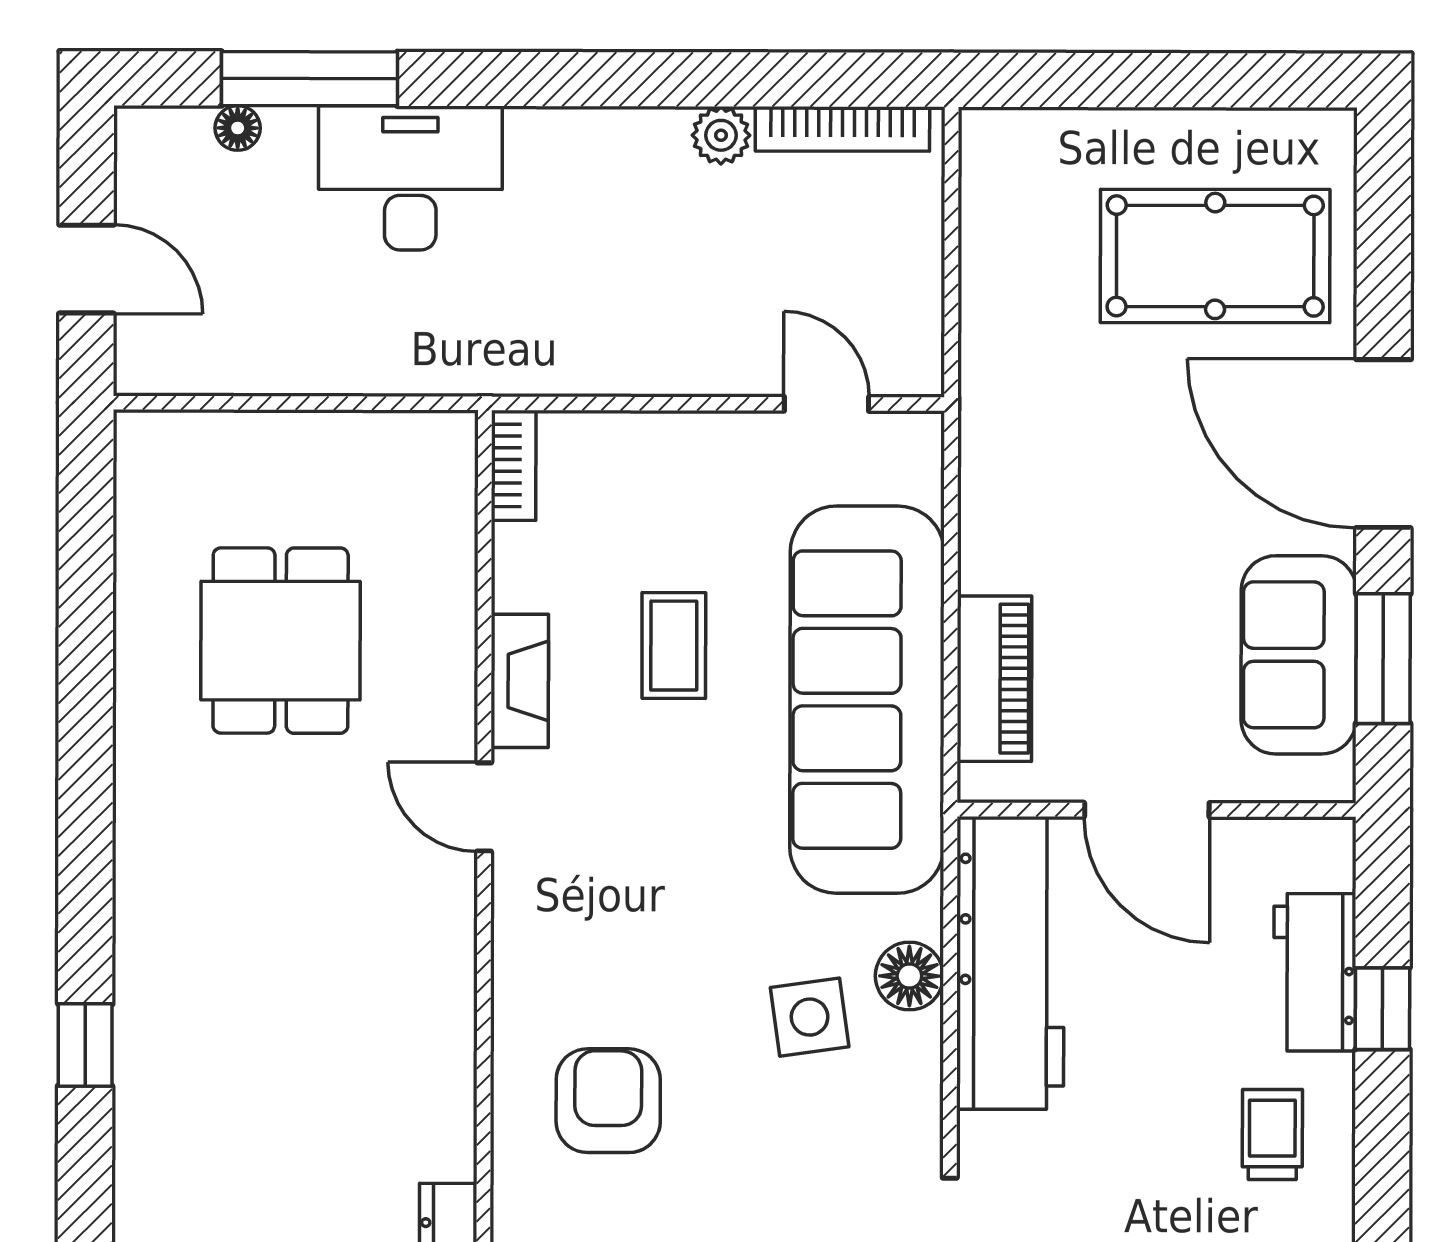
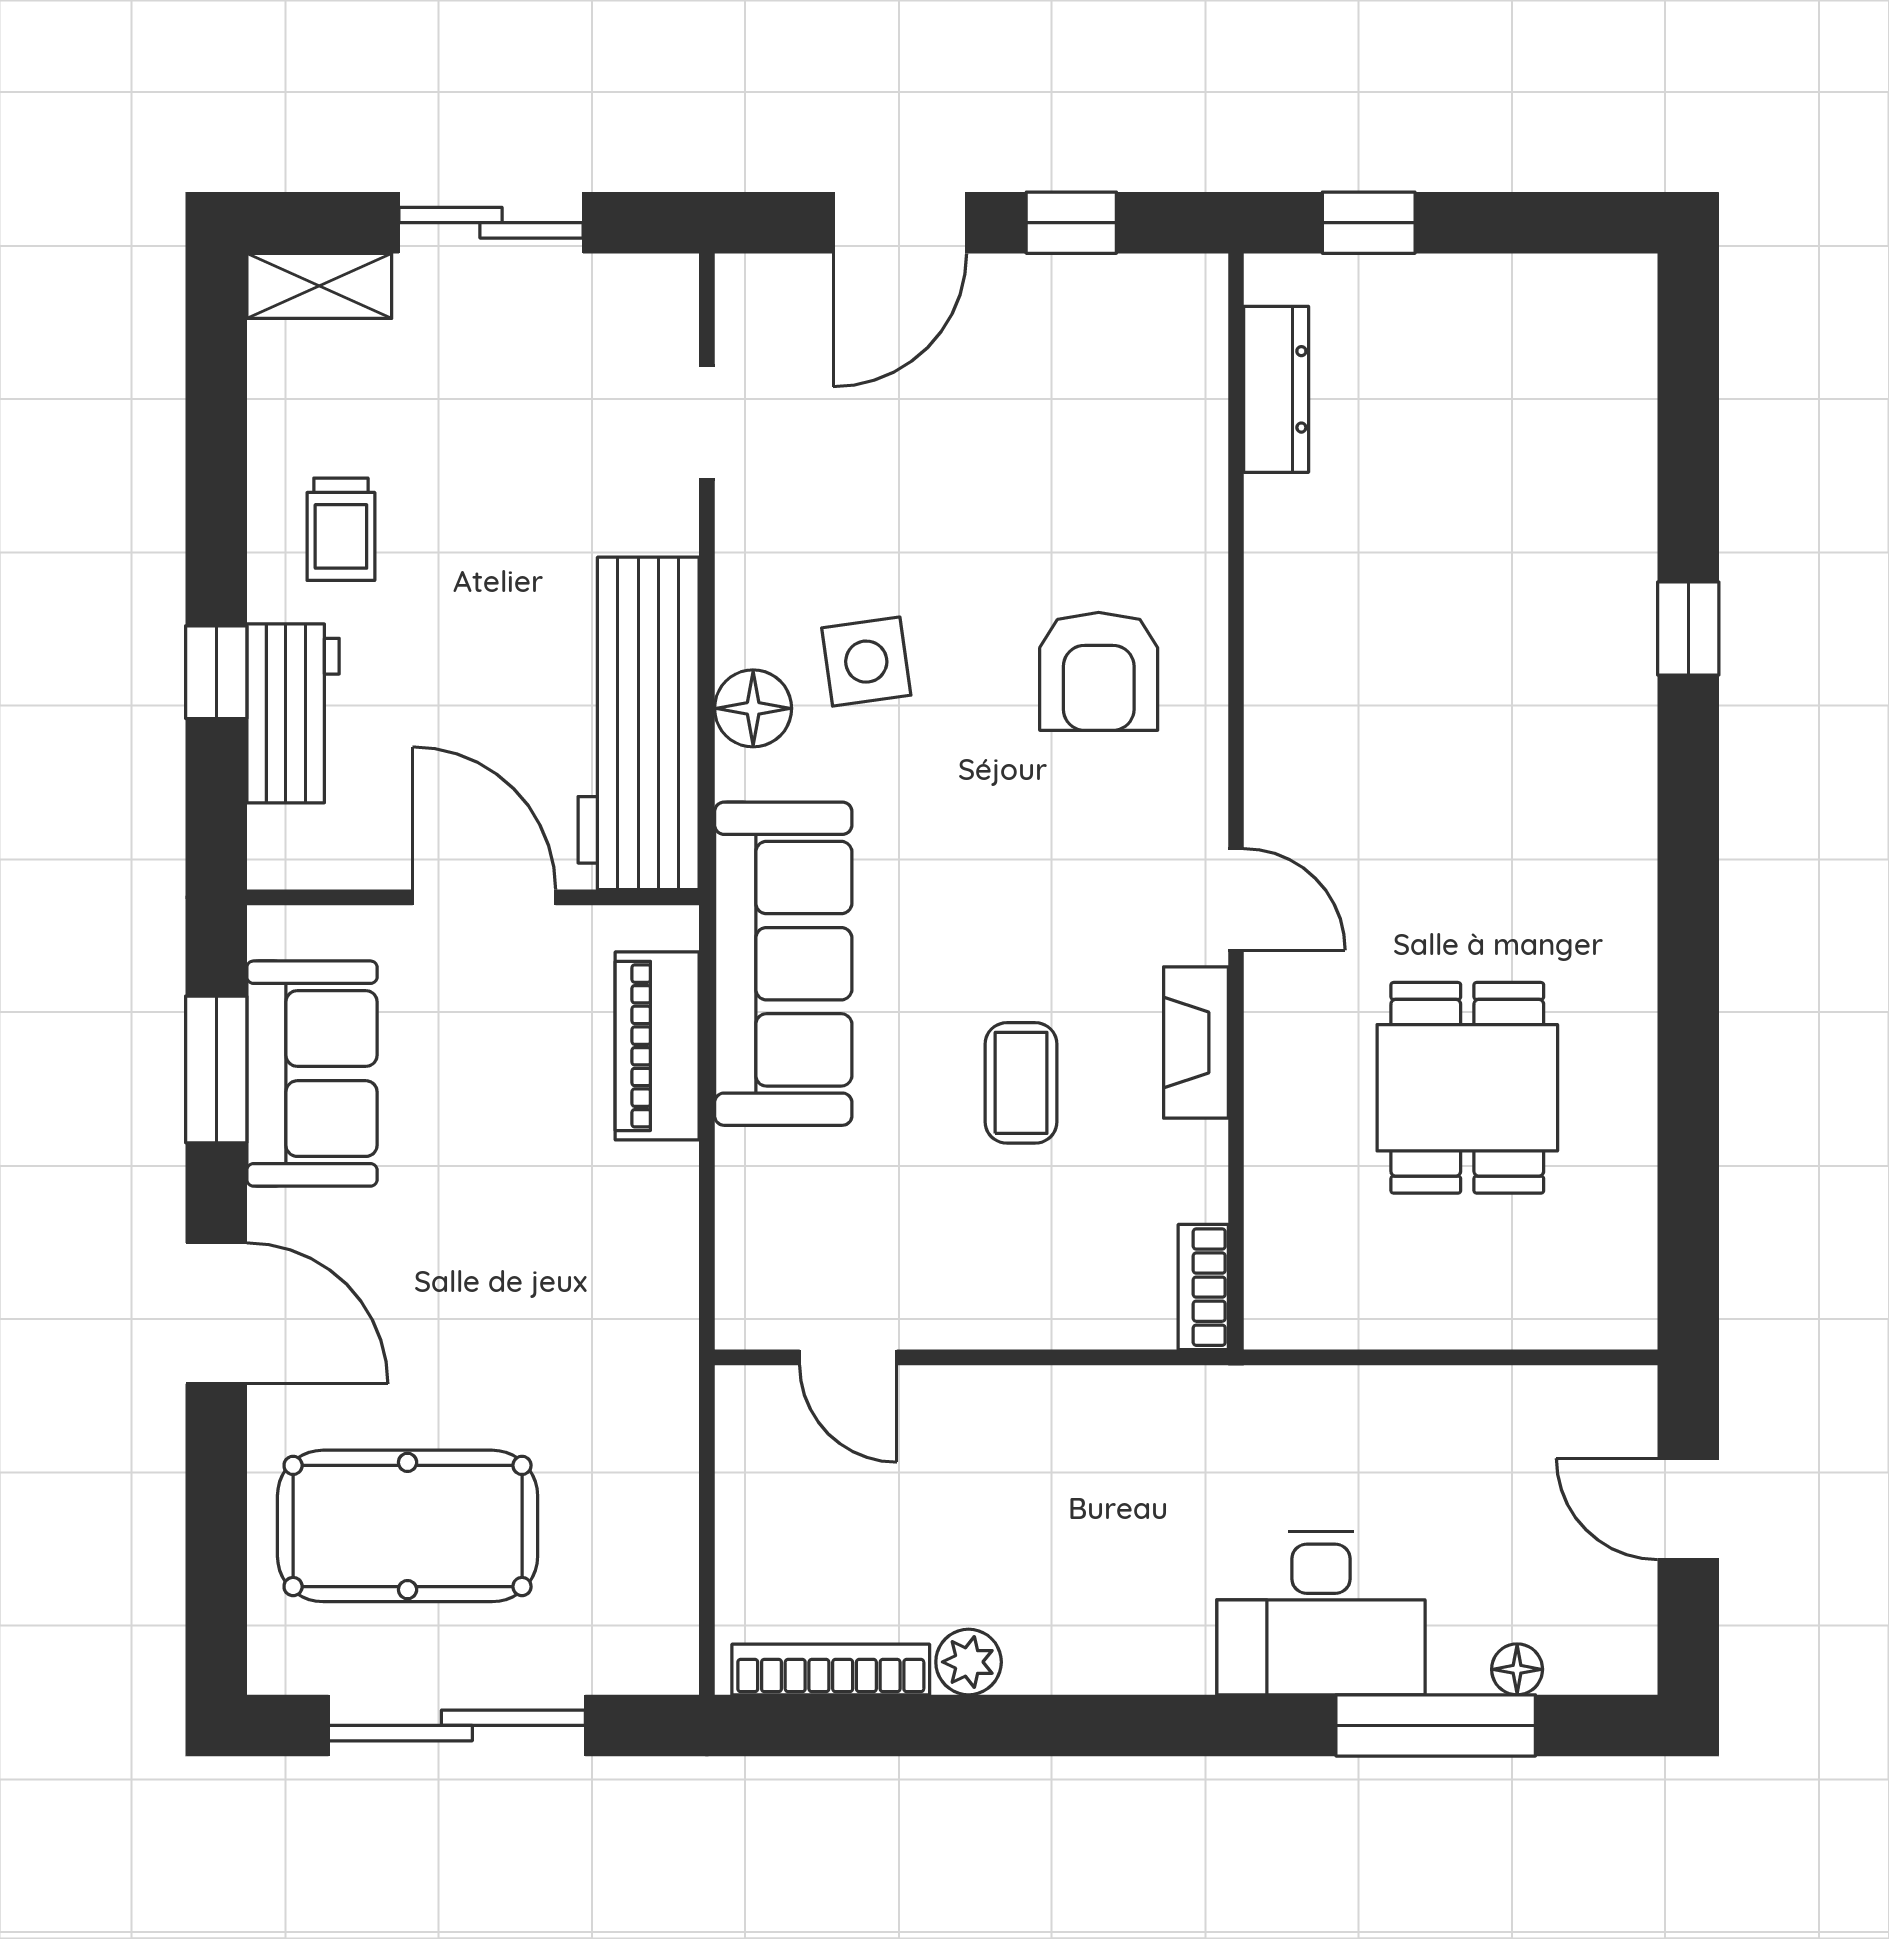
sliding door: (1172, 80) -> (457, 1725), added
door: (1383, 444) -> (216, 1313), width x0.73
sofa: (867, 700) -> (783, 964), width x0.74, depth x0.79
armchair: (608, 1101) -> (1099, 671), moved

